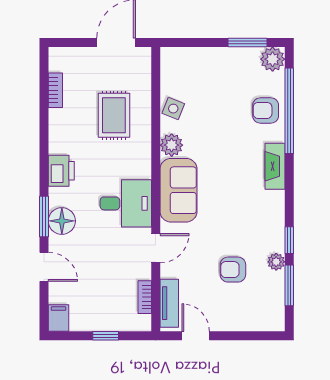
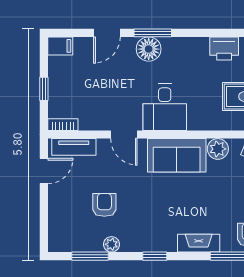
printer: (61, 171) -> (224, 48), moved
window: (289, 240) -> (155, 256), moved
bookcase: (145, 297) -> (63, 125), moved

